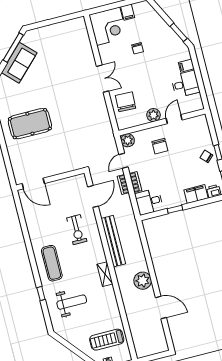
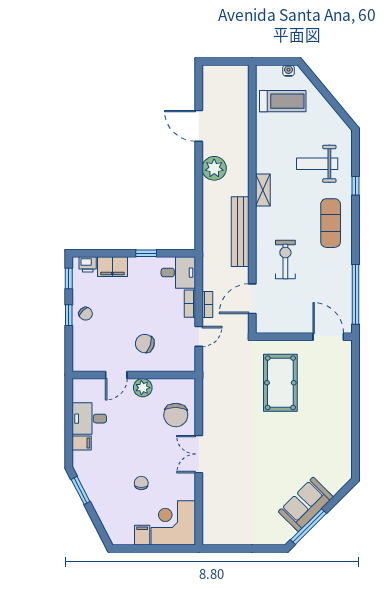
pool table: (30, 124) -> (280, 383), moved, turned 90
plant: (128, 140) -> (186, 362), removed
chair: (160, 146) -> (145, 344), turned -71
window: (22, 218) -> (356, 294), added

